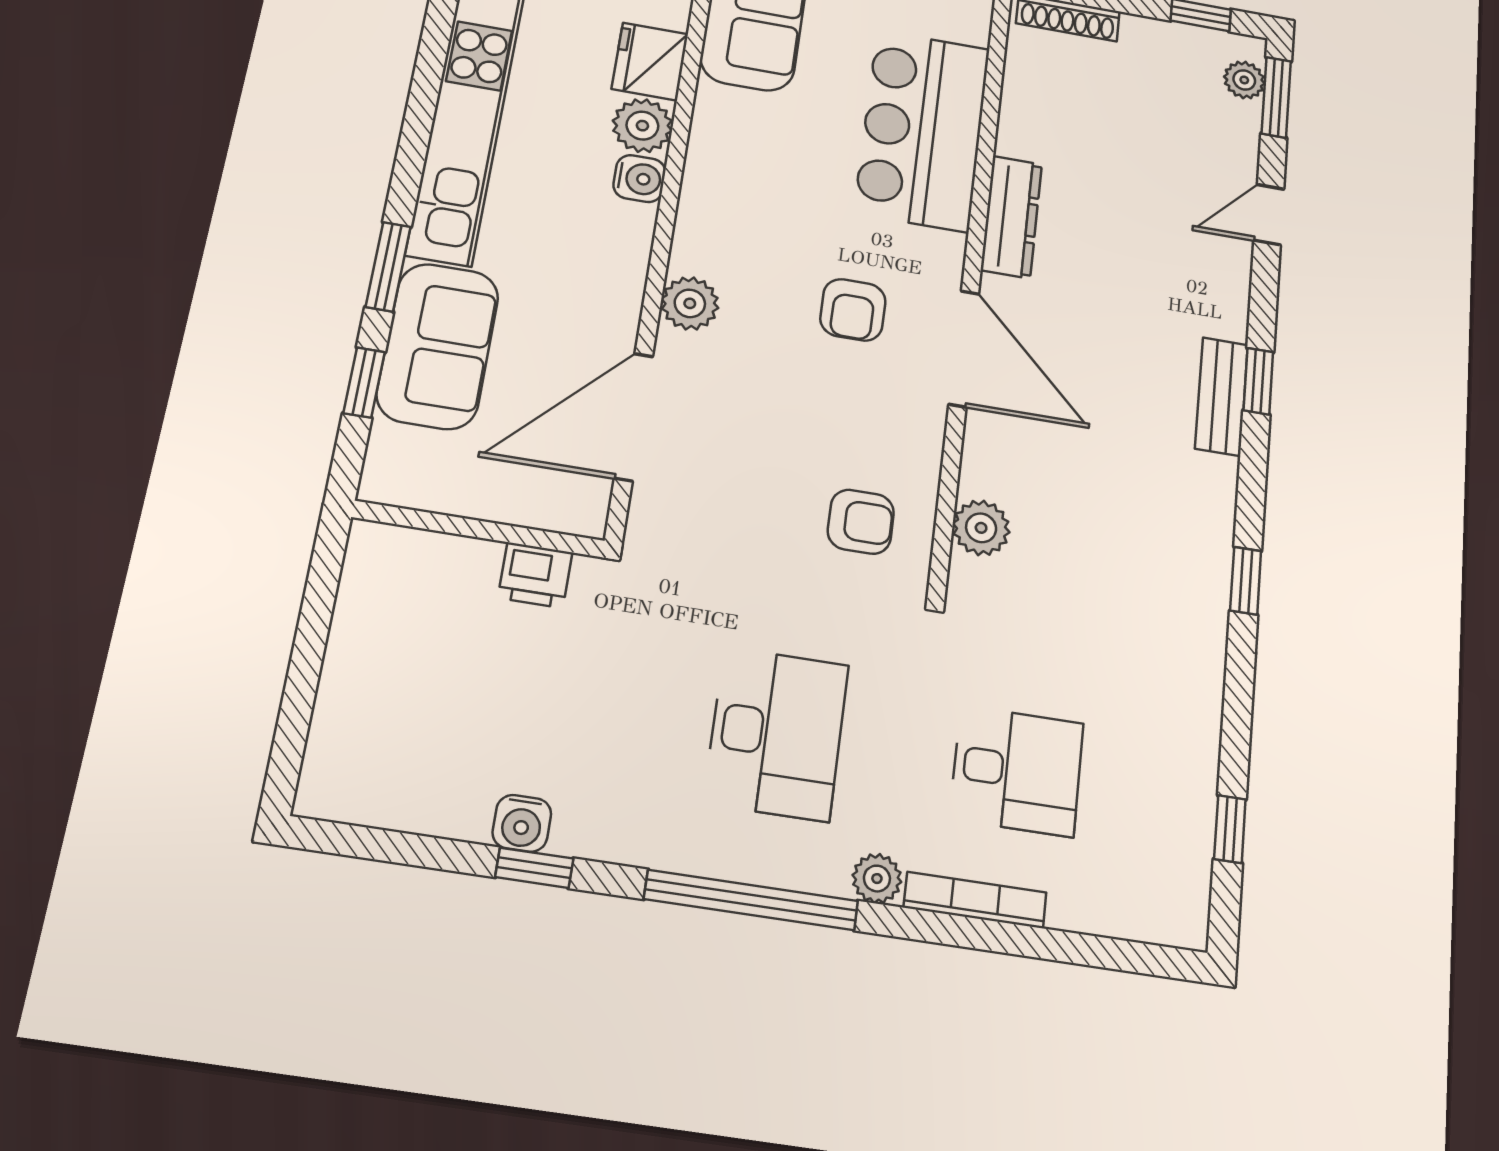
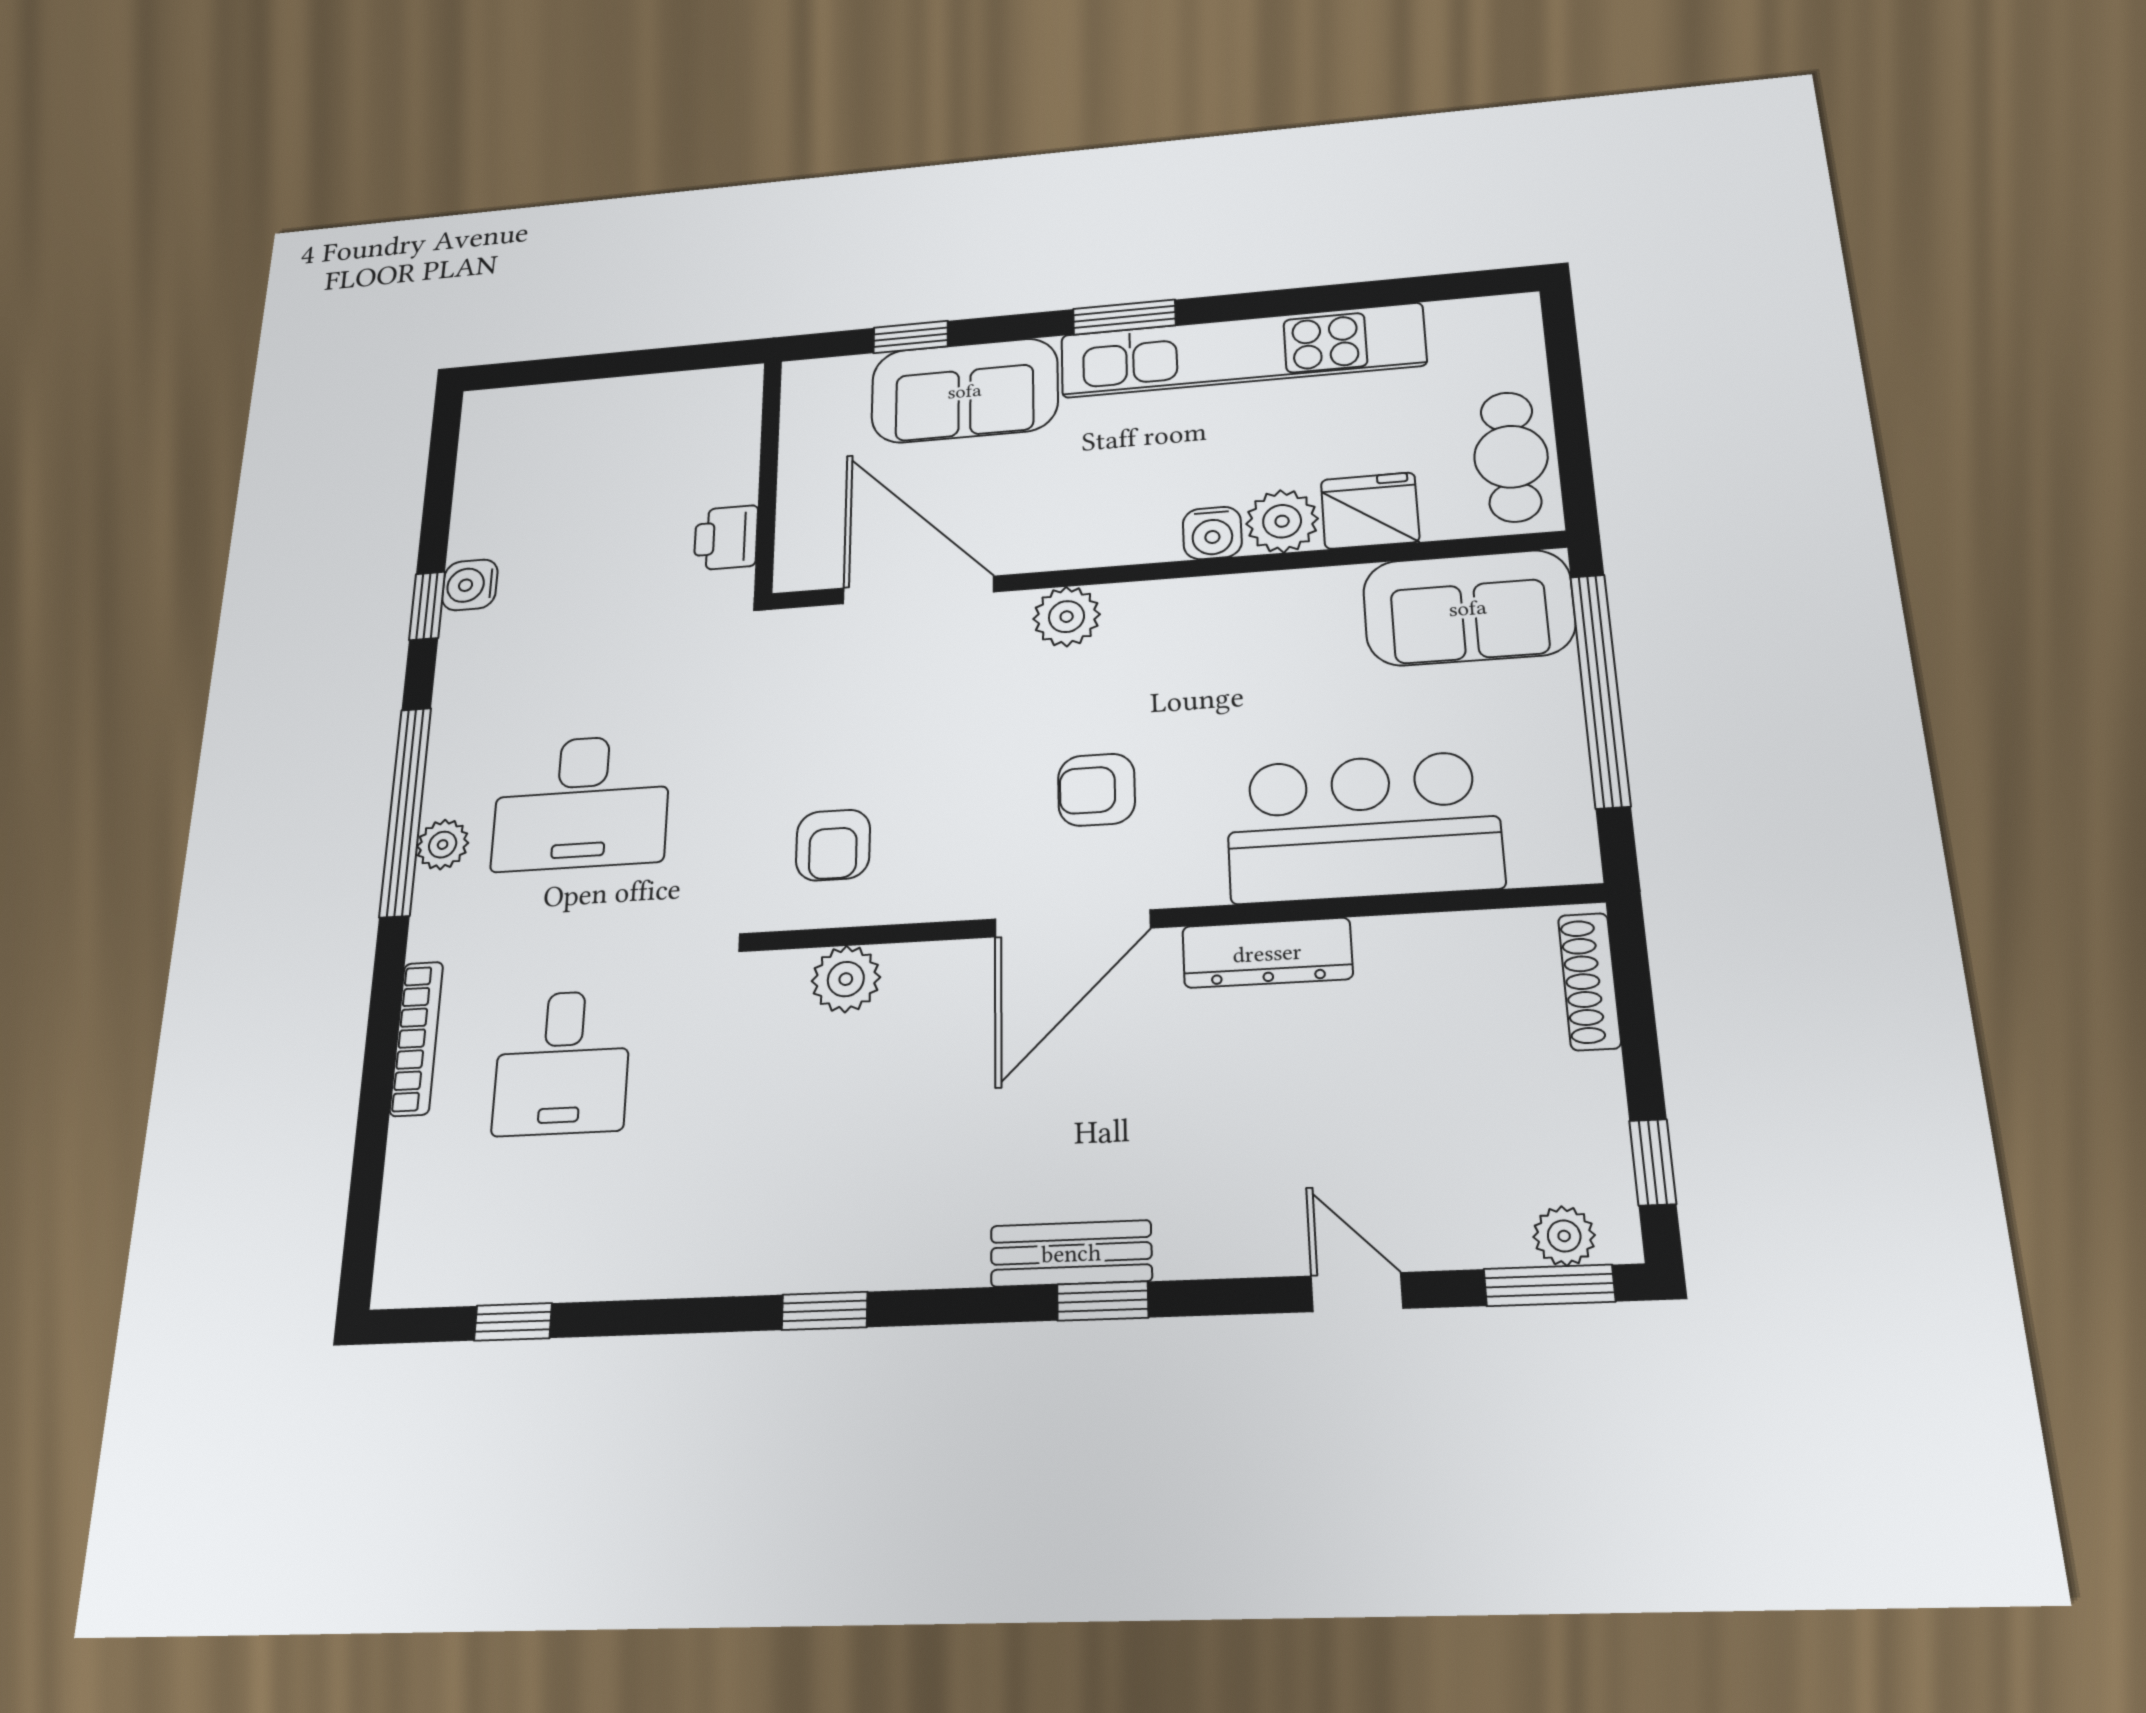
window: (388, 267) -> (1124, 317), moved
plant: (877, 879) -> (443, 845), moved

